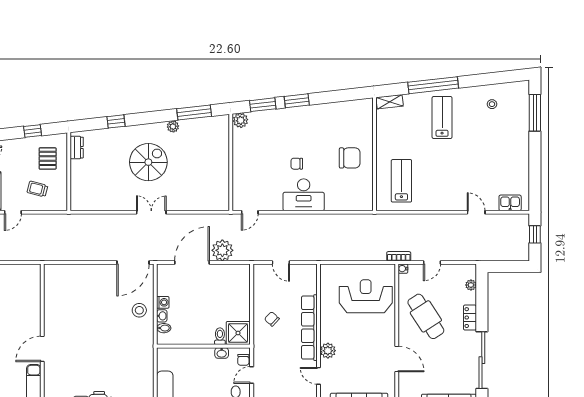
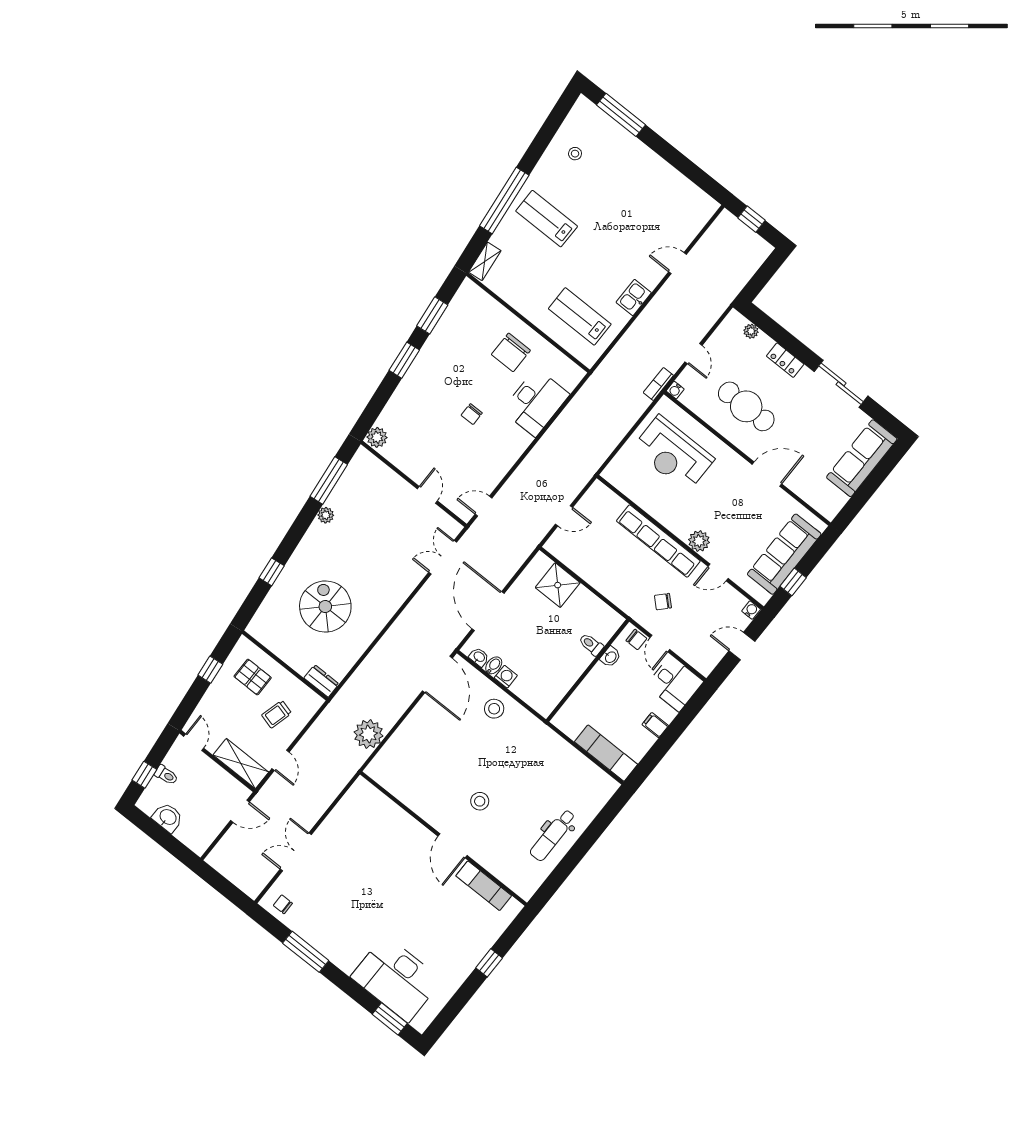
window: (263, 105) -> (432, 315), moved
dresser: (77, 148) -> (321, 681), moved
chair: (350, 158) -> (511, 352), turned 180
spiral stairs: (148, 162) -> (325, 607), moved
door: (231, 175) -> (427, 495), added
desk: (304, 195) -> (536, 402), moved
kitchen sink: (510, 203) -> (634, 297), moved
double door: (151, 212) -> (443, 557), moved
door: (250, 212) -> (483, 506), swing flipped
plant: (222, 250) -> (369, 734), moved
reception desk: (366, 296) -> (673, 454), turned -90
washbasin: (162, 316) -> (479, 657), moved
cafe table: (426, 316) -> (746, 406), turned 33
chair: (272, 319) -> (663, 602), moved
bidet: (164, 328) -> (494, 665), moved
shower: (238, 333) -> (558, 585), moved
stool: (80, 344) -> (480, 801), added
sliding door: (482, 360) -> (841, 384), width x0.73

